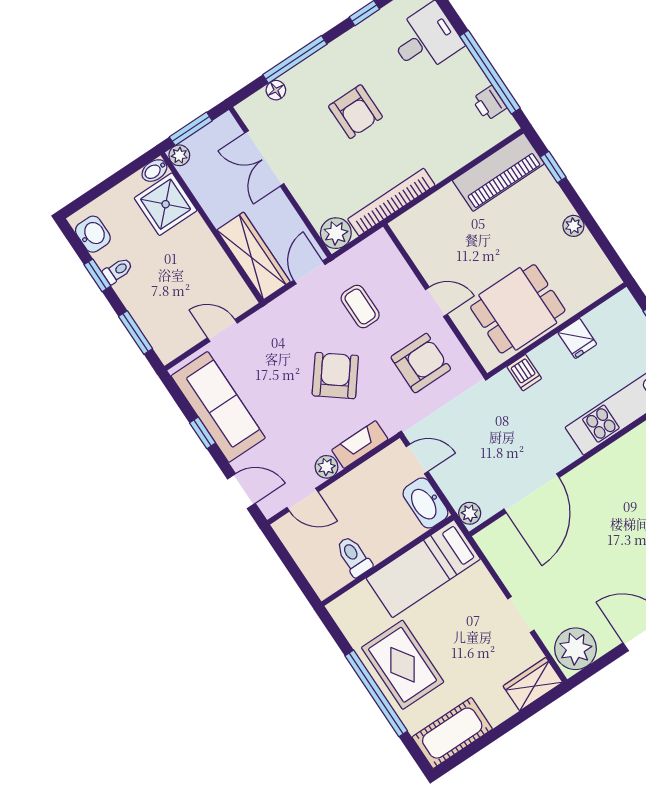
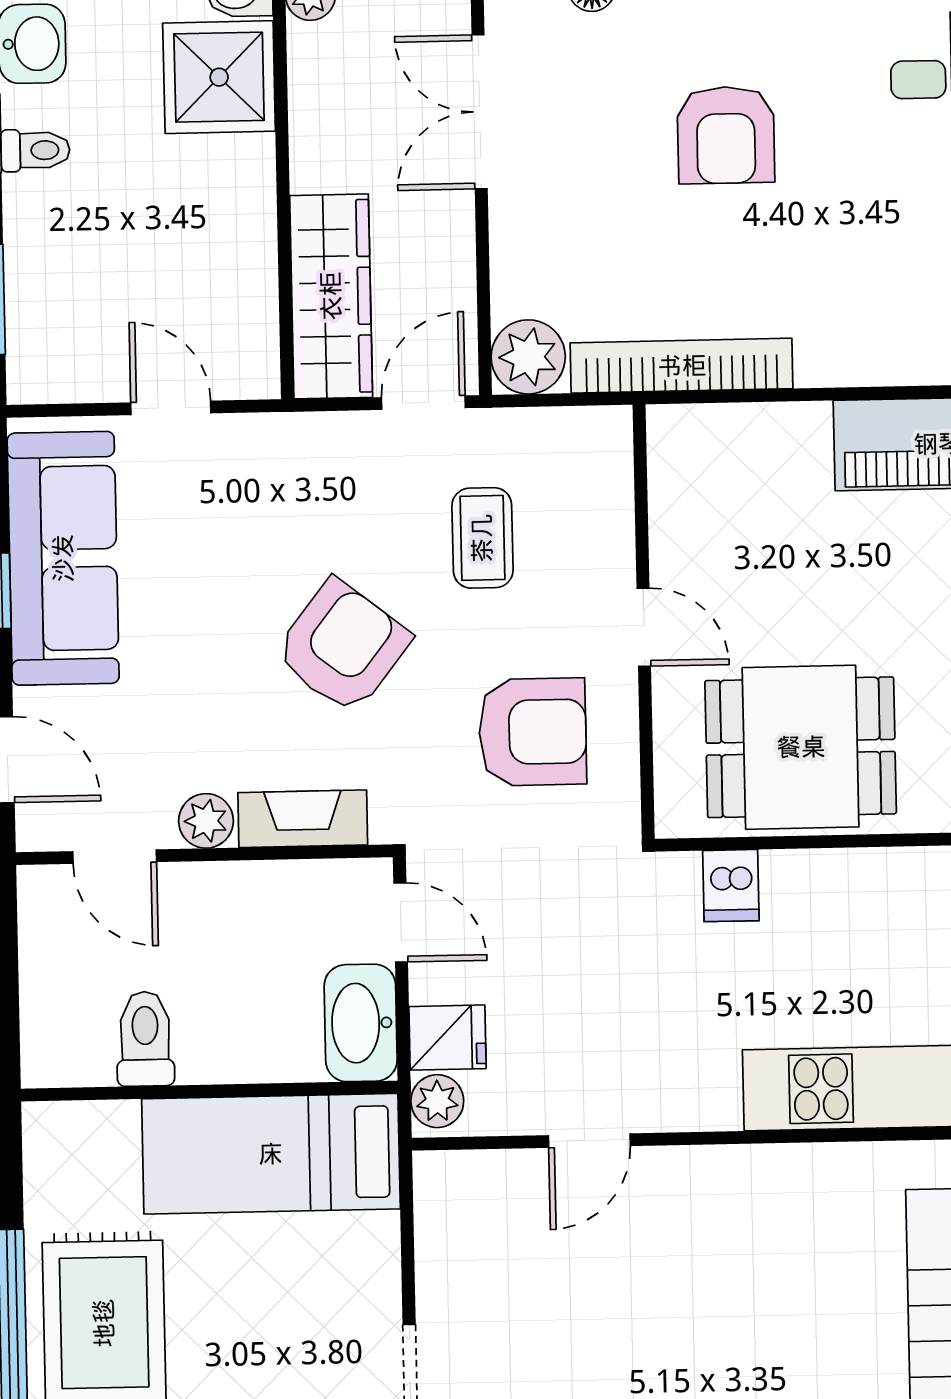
fridge: (577, 338) -> (447, 1038), moved, turned -90
door: (532, 493) -> (589, 1141), width x0.53

